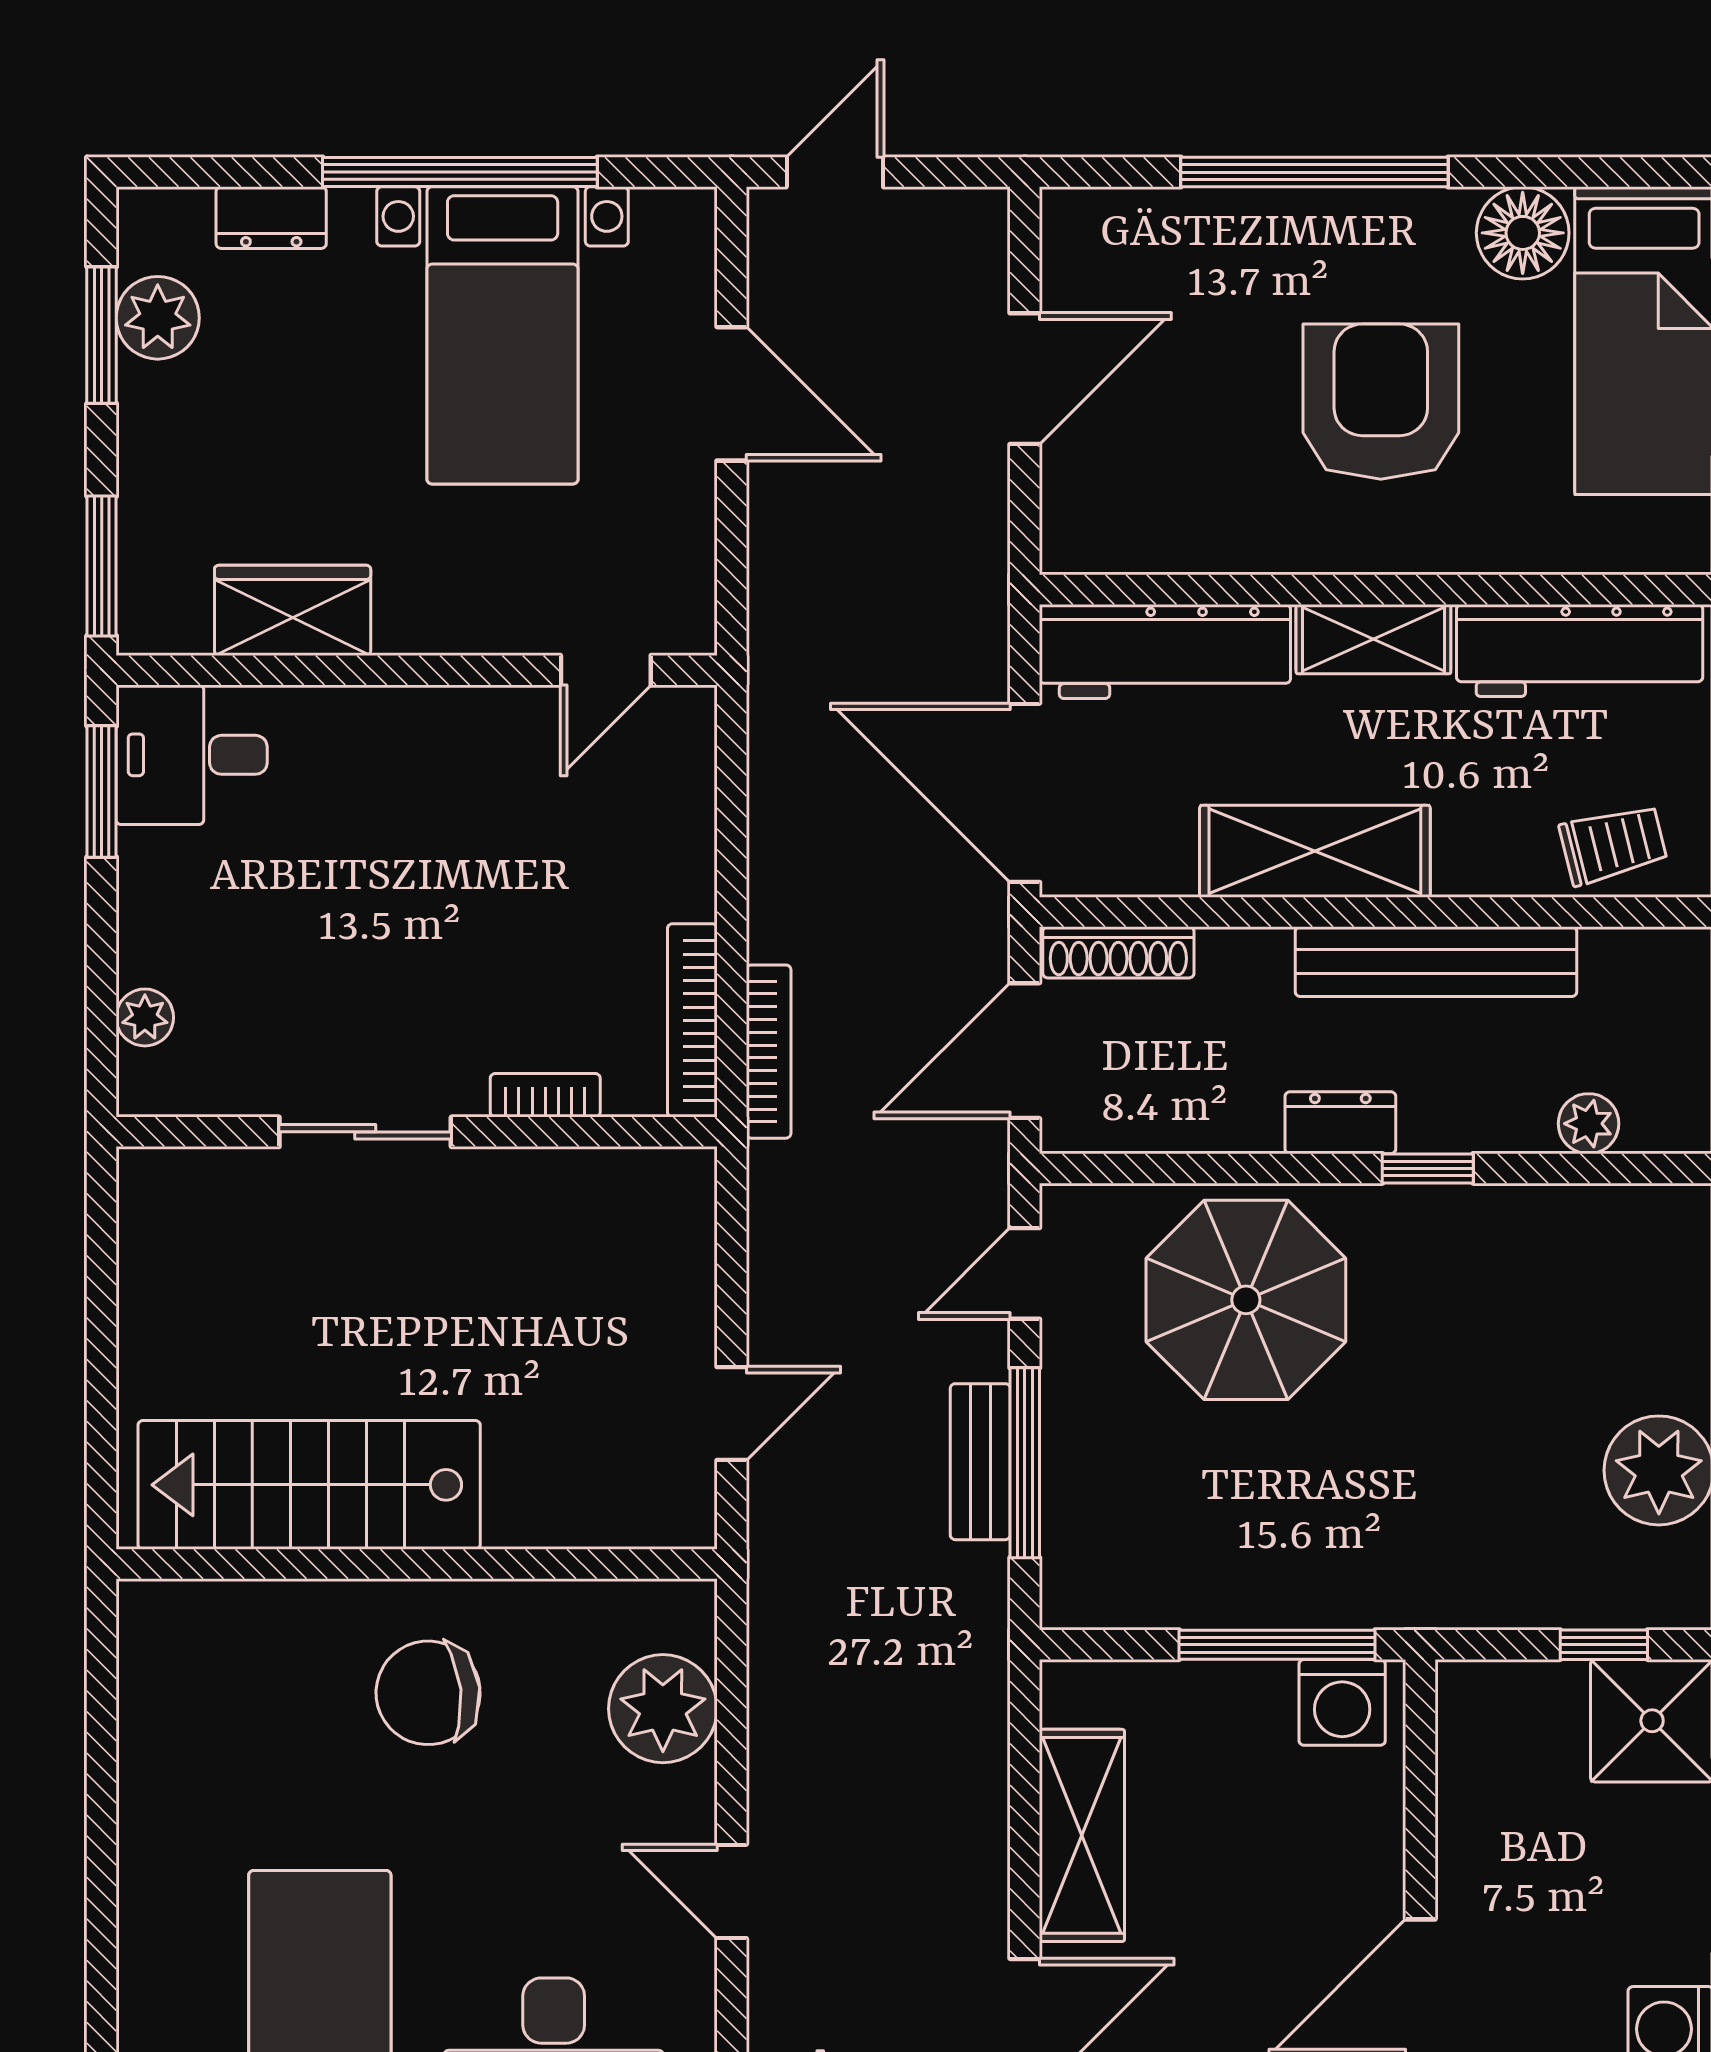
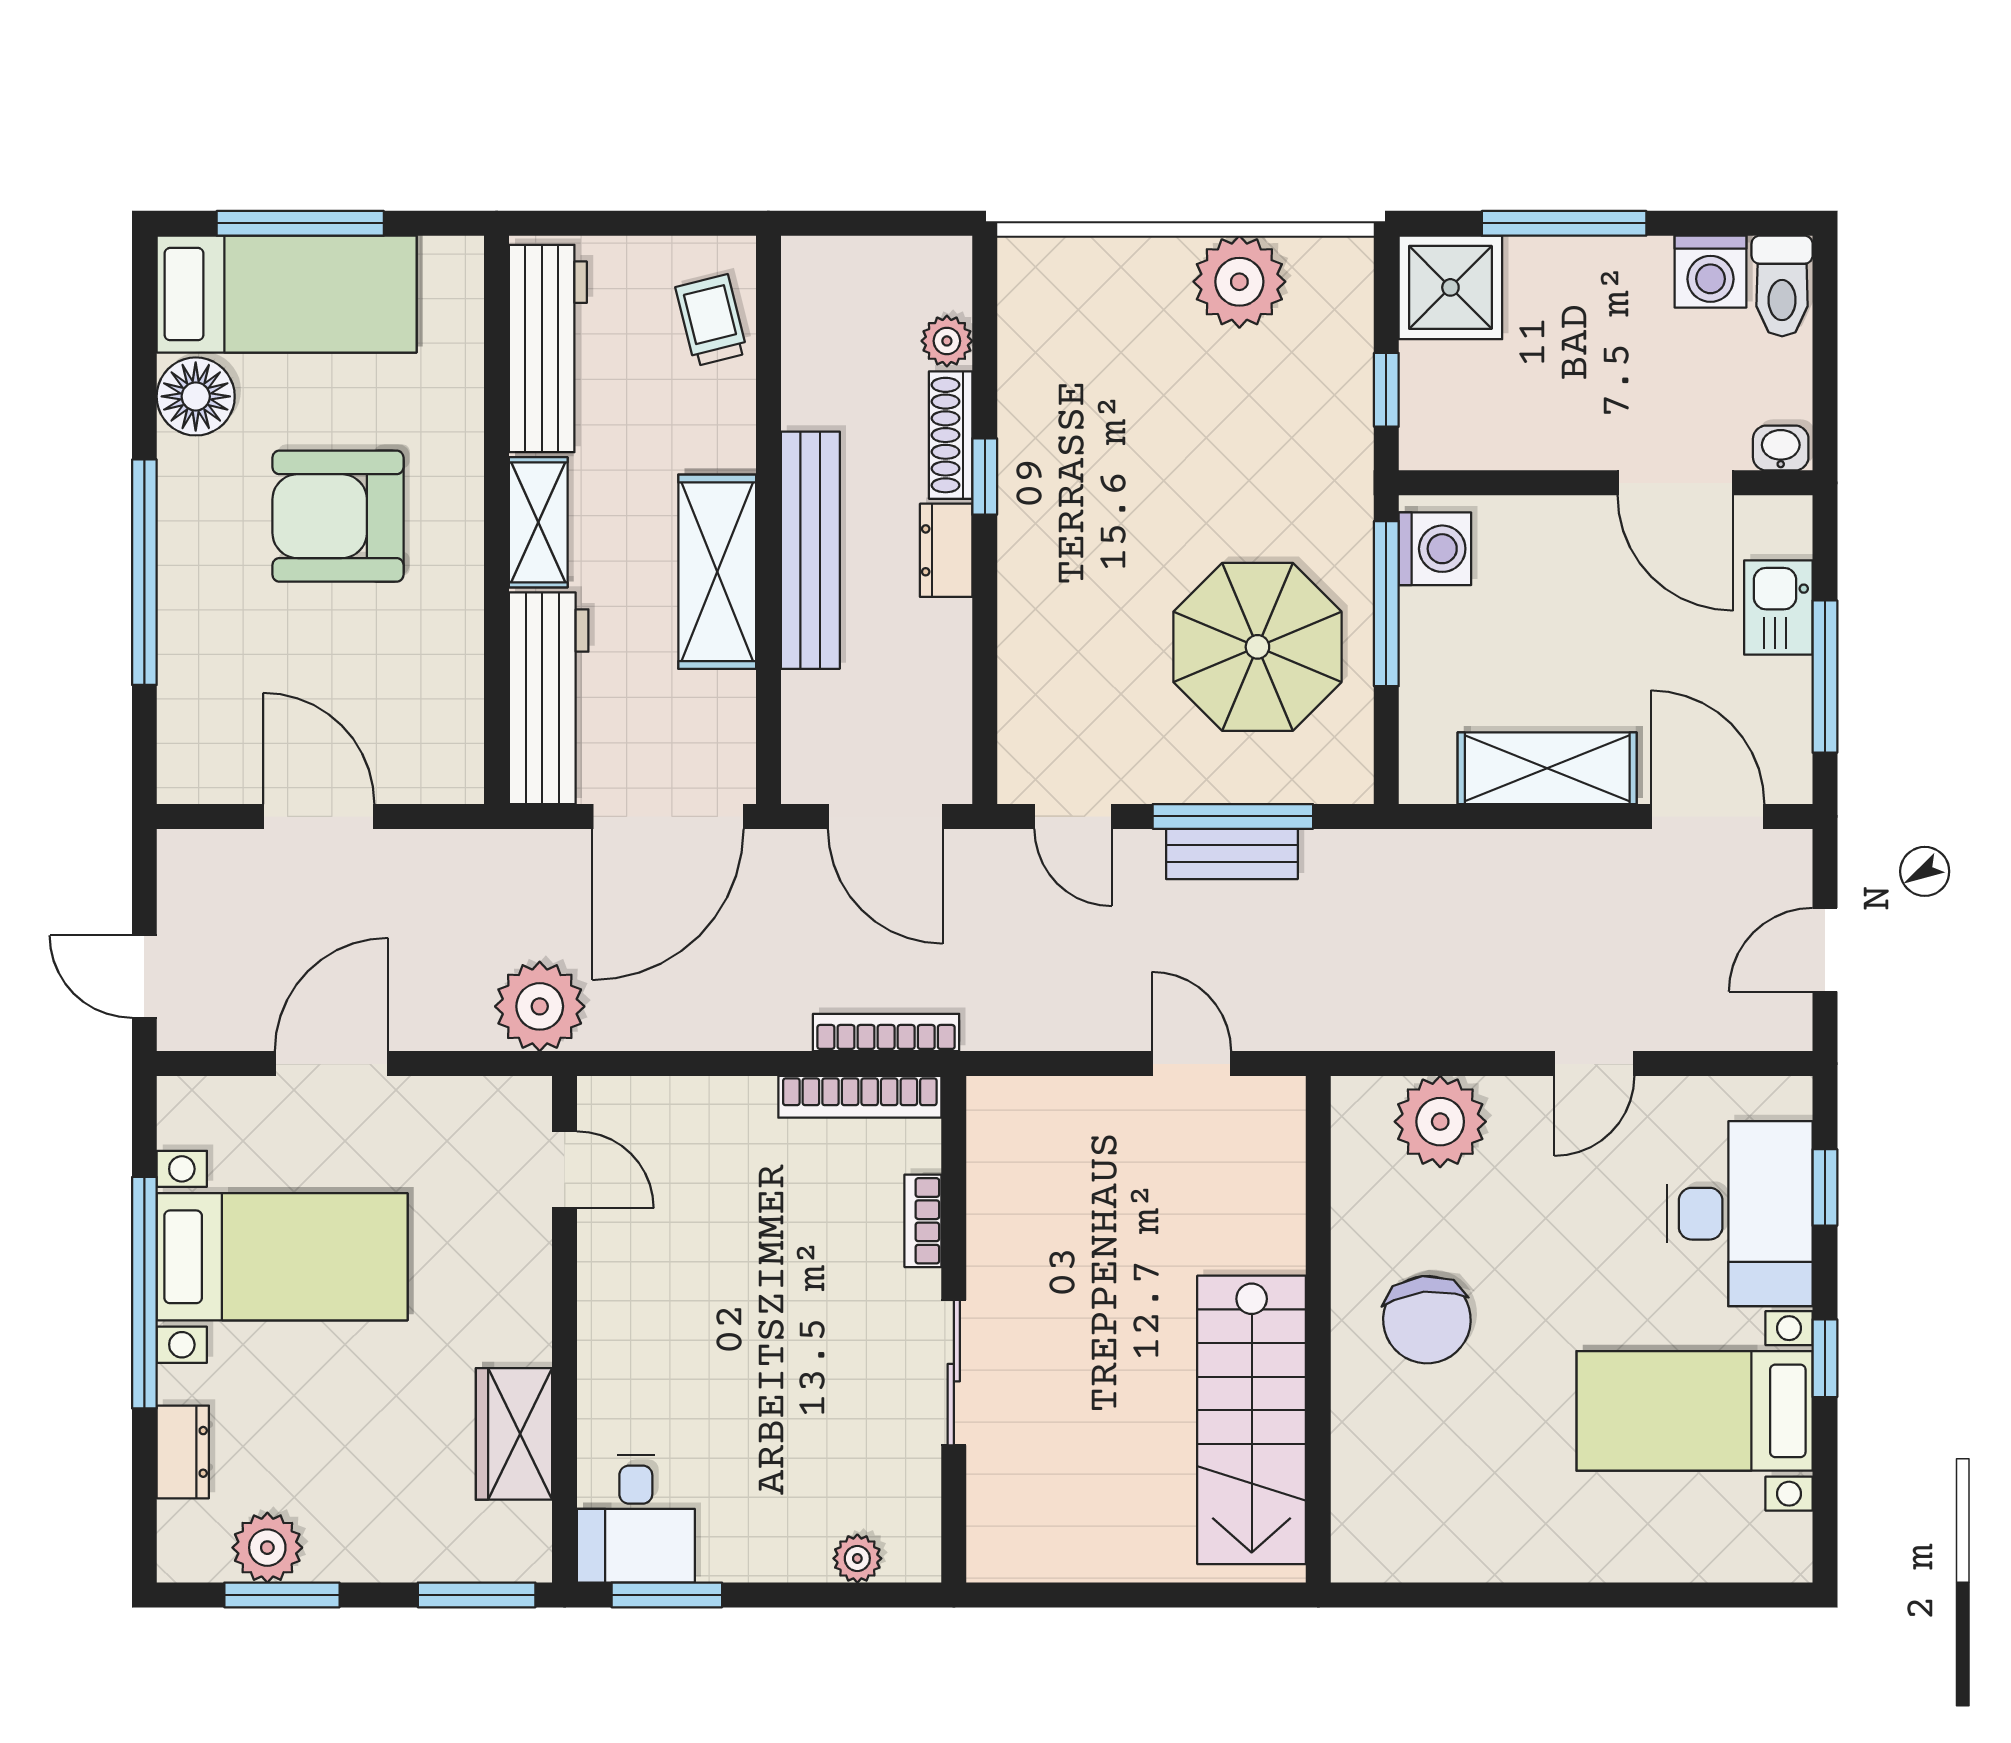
plant: (799, 641) -> (540, 1006), added
shoe rack: (1118, 952) -> (951, 435), moved, turned 180
bench: (1436, 962) -> (810, 550), moved
parasol: (1246, 1300) -> (1257, 647), moved
window: (1604, 1645) -> (1386, 390), moved

